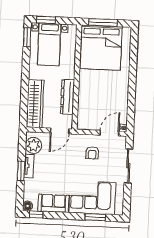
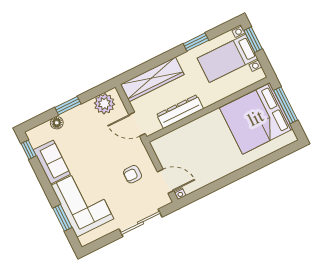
window: (27, 37) -> (196, 42), moved
tv unit: (29, 166) -> (79, 111), removed
floor lamp: (28, 206) -> (57, 123), moved

